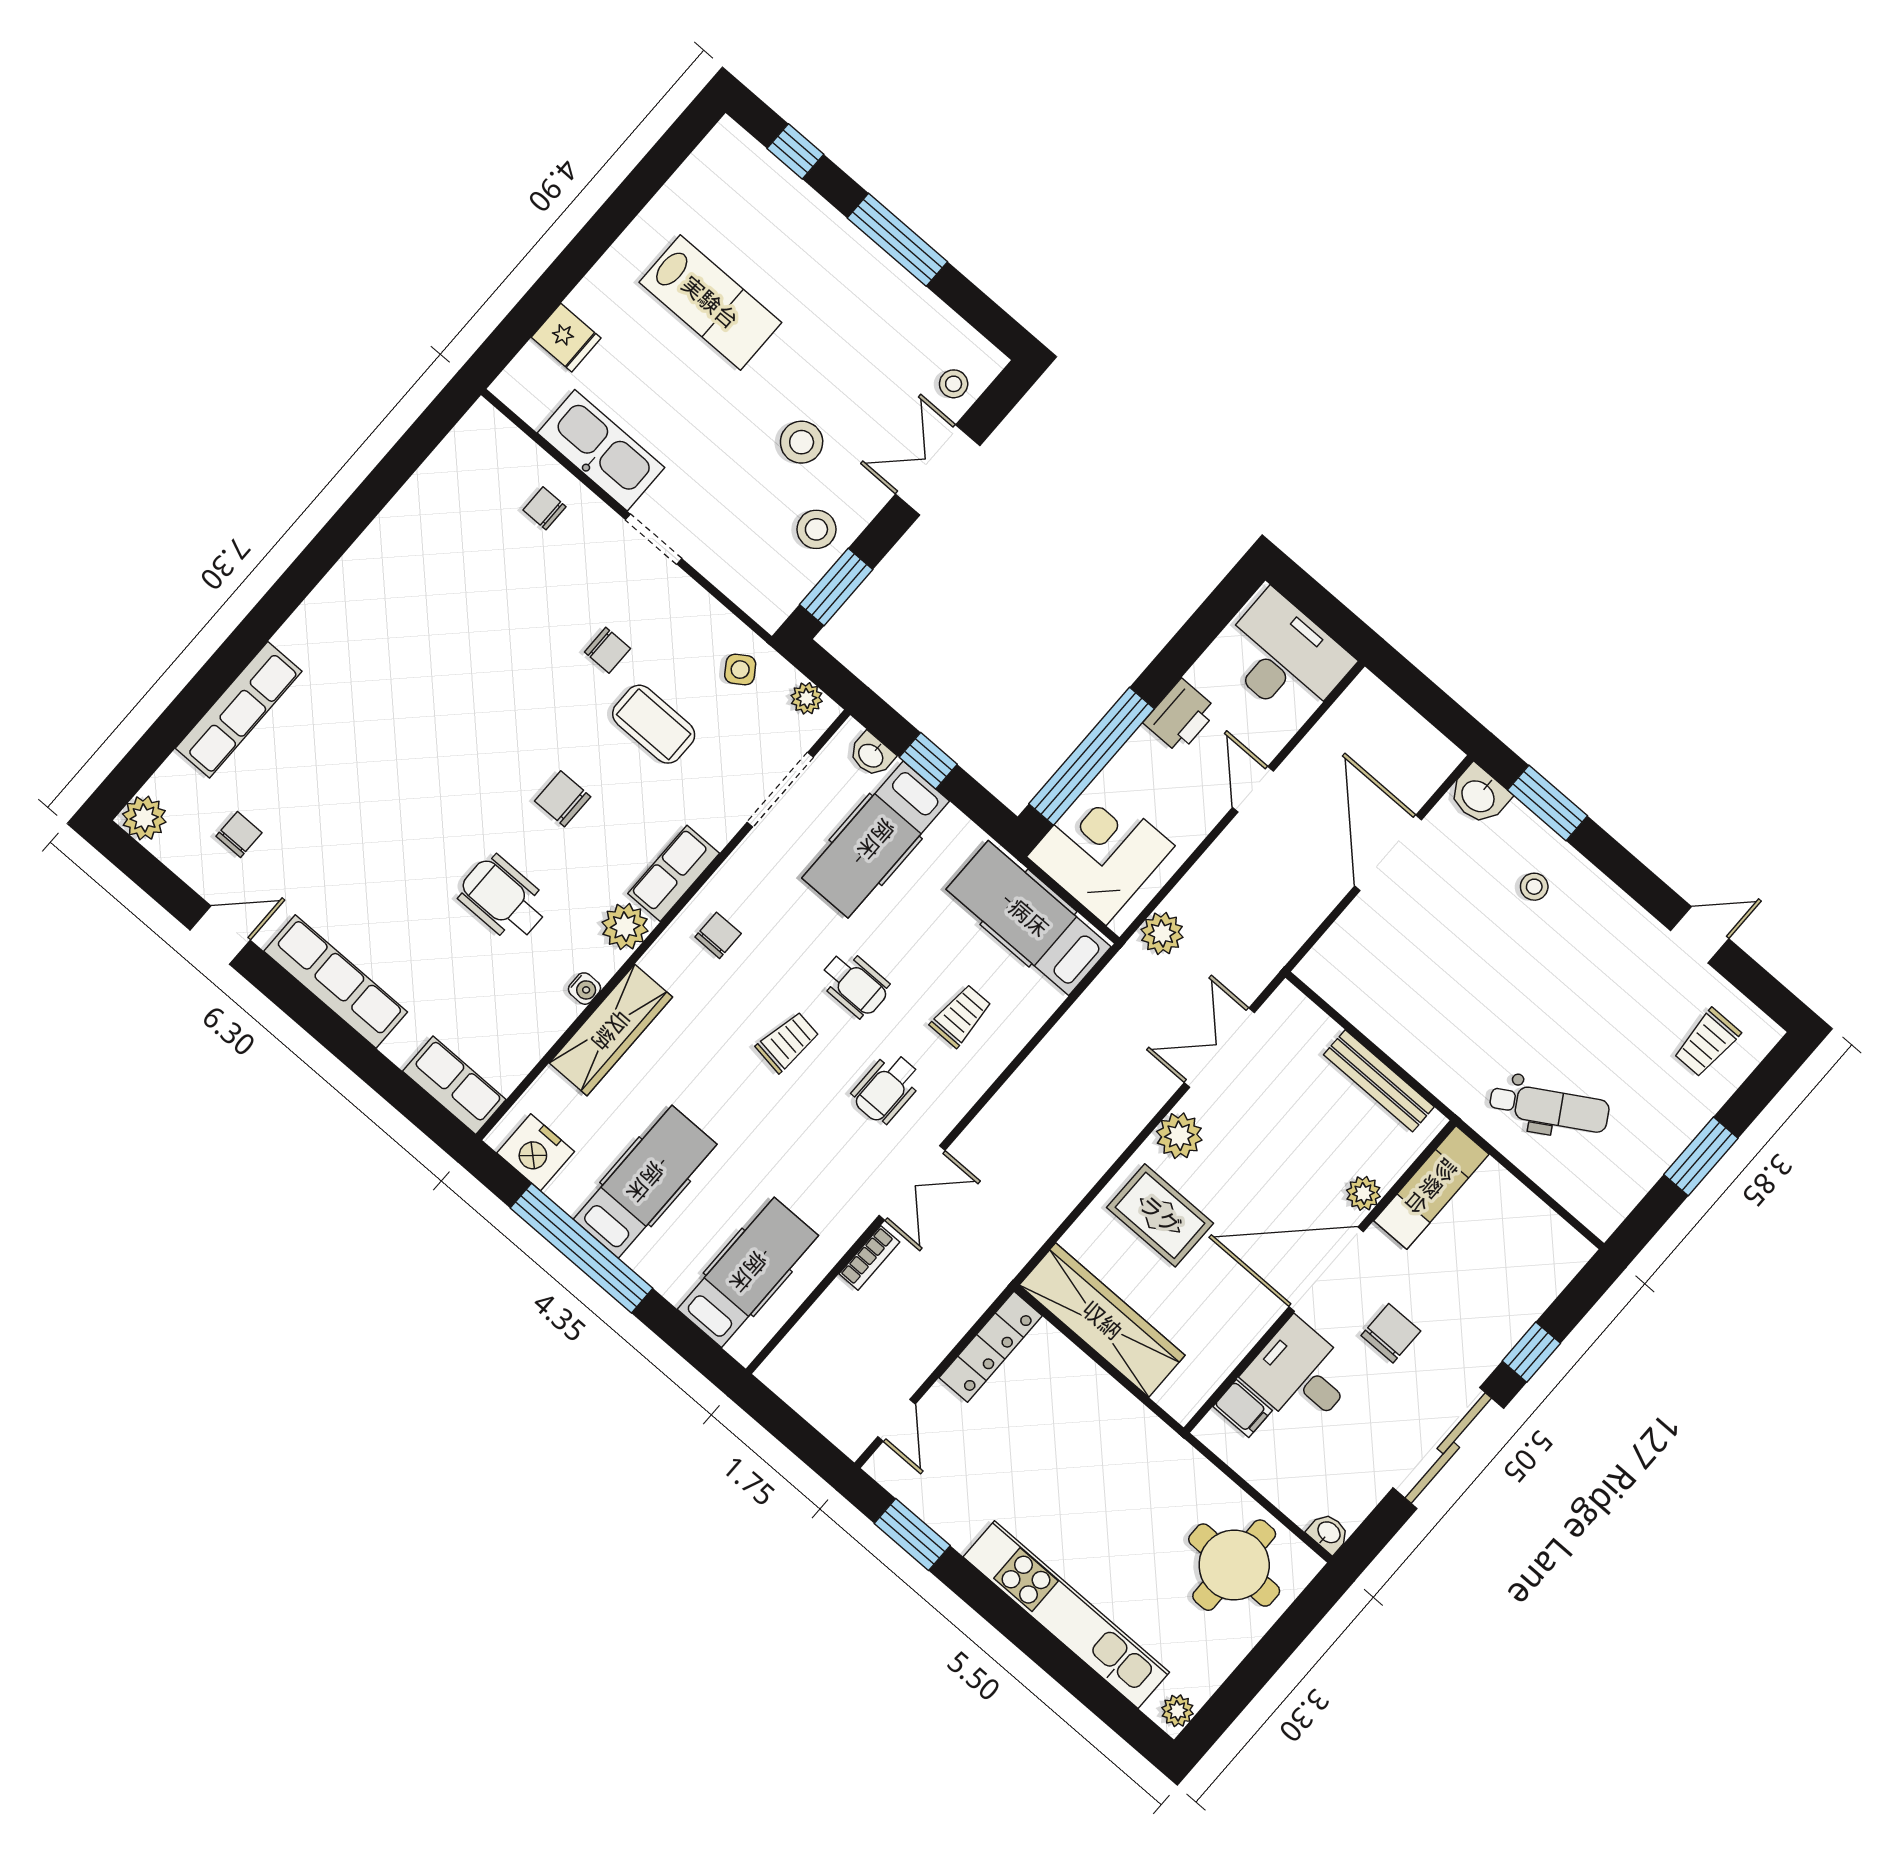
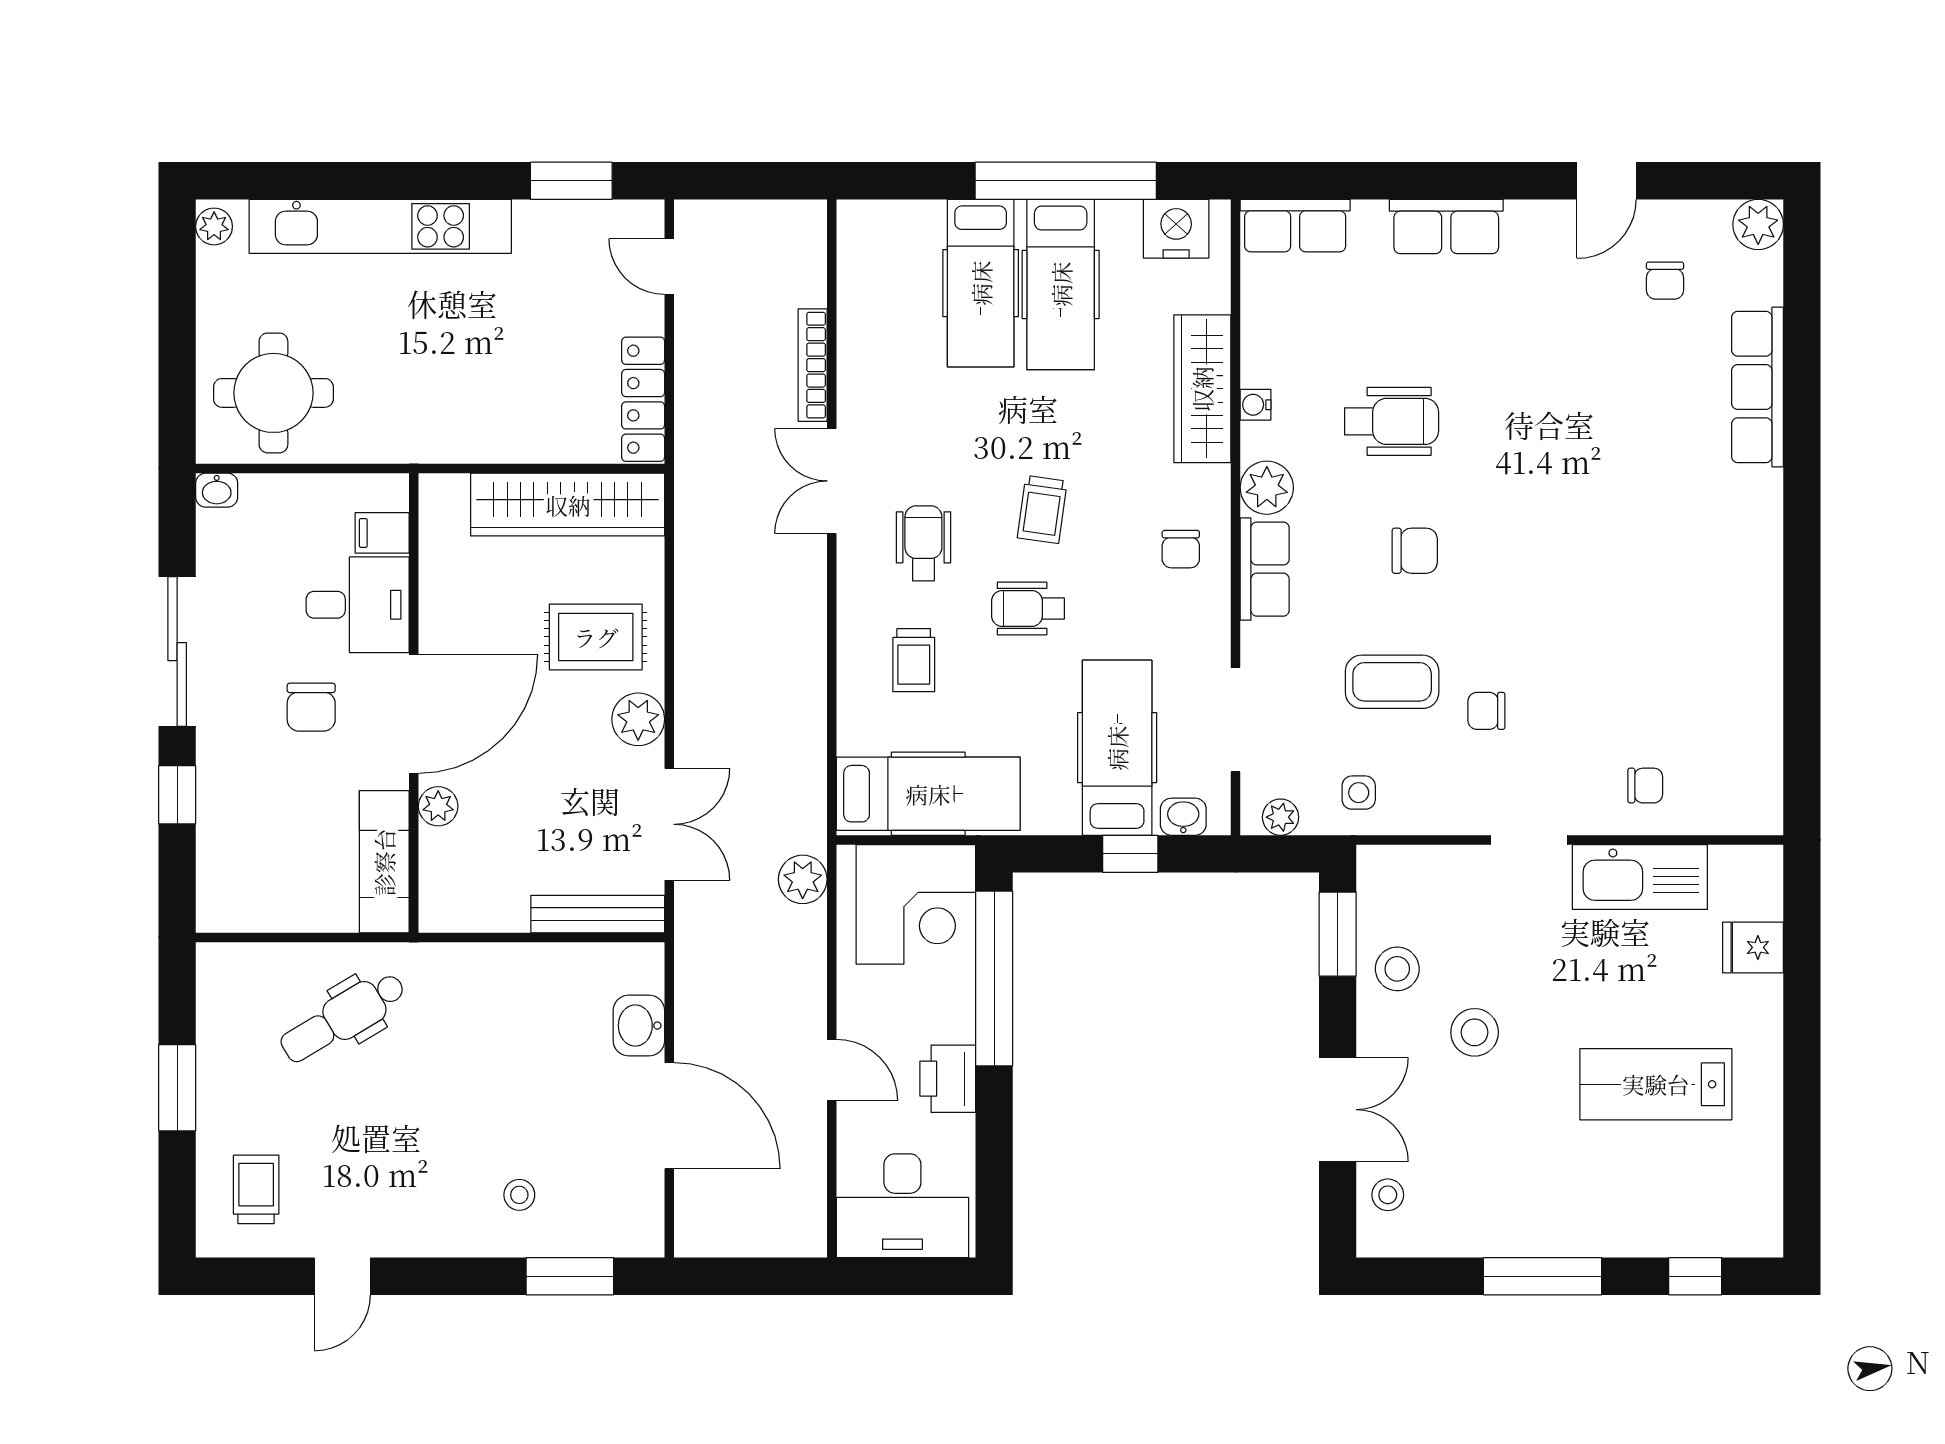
side table: (740, 670) -> (1359, 793), turned 34
washbasin: (1479, 795) -> (639, 1026), moved, turned -90
row of seats: (336, 982) -> (1446, 226), width x0.68
bench: (1379, 1081) -> (598, 914), moved
bookcase: (869, 1258) -> (813, 365), width x1.56
hospital bed: (748, 1272) -> (981, 283), moved

